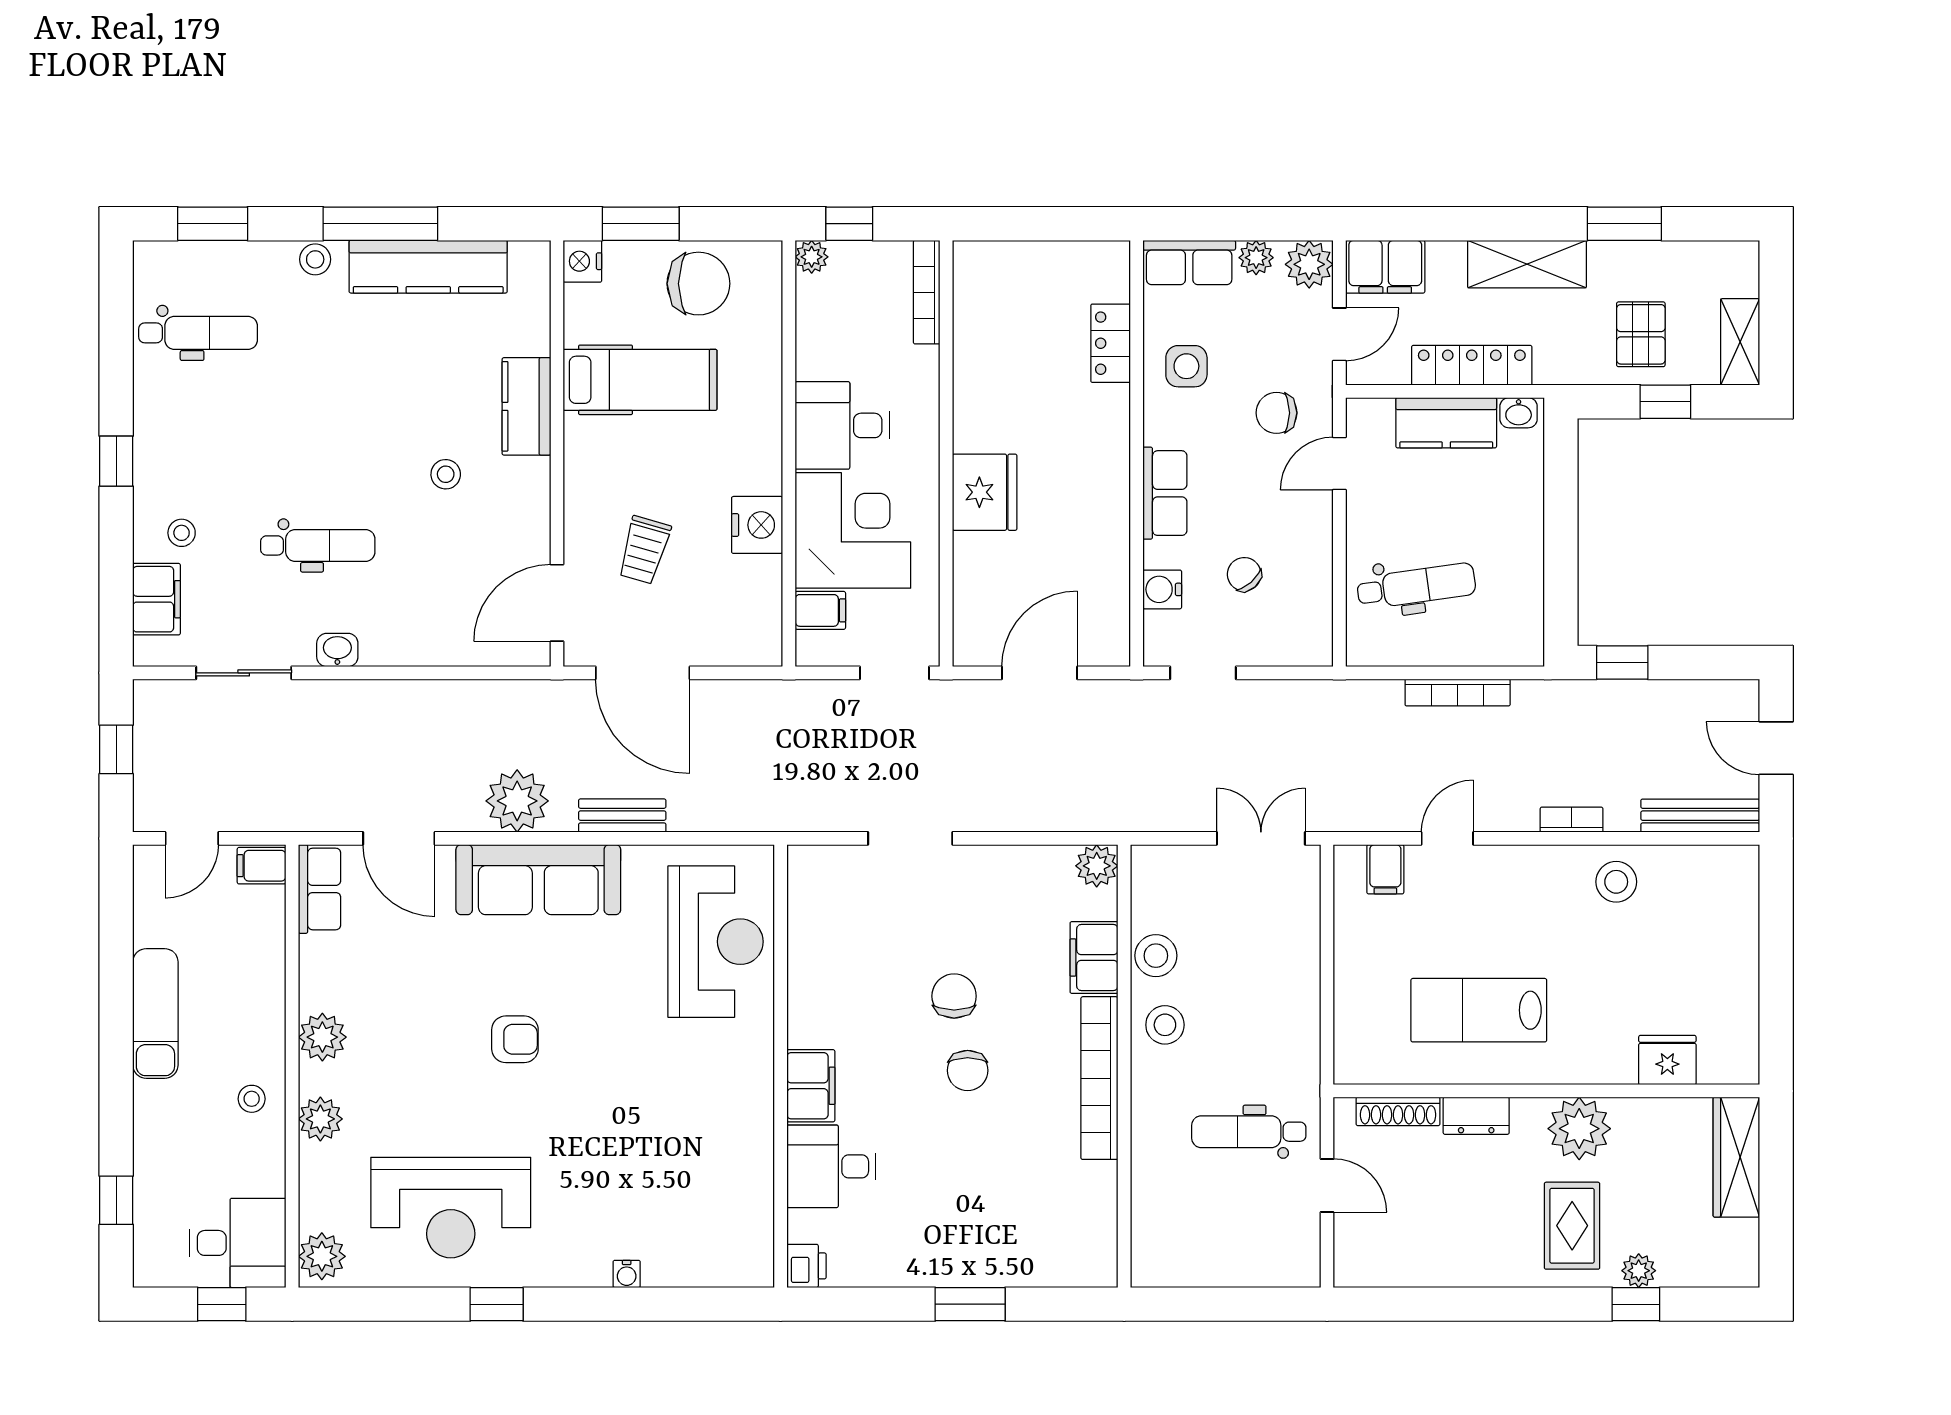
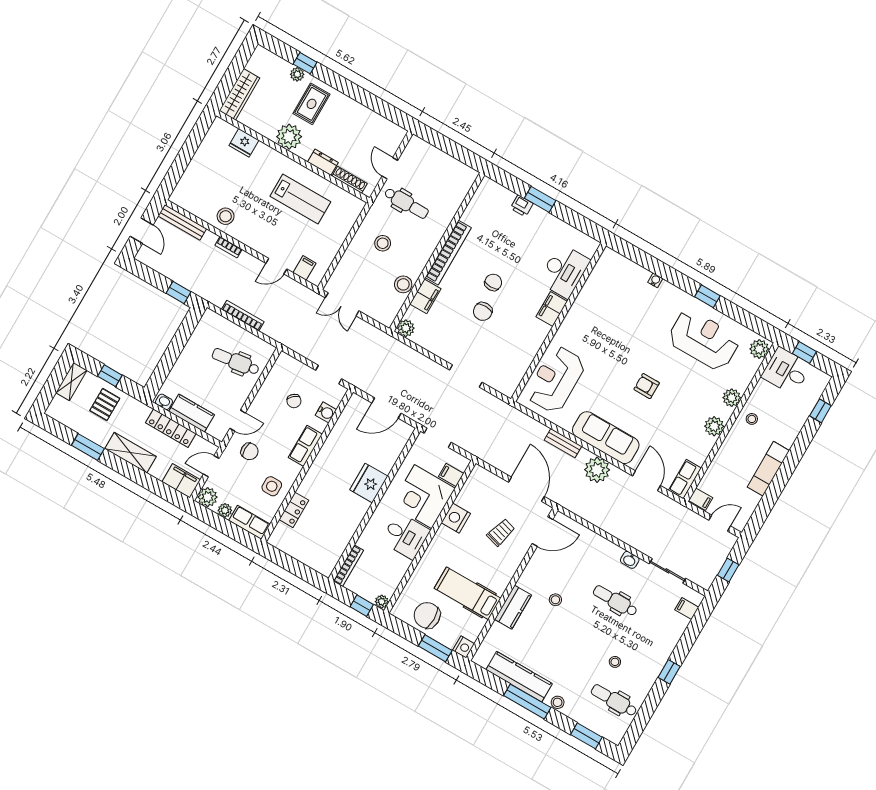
stool: (182, 533) -> (615, 662), moved
filing cabinet: (157, 599) -> (687, 609), width x0.50
stool: (1165, 1025) -> (383, 243), moved
desk: (831, 1166) -> (564, 271), width x1.37
printer: (806, 1266) -> (522, 206), moved, turned -90

